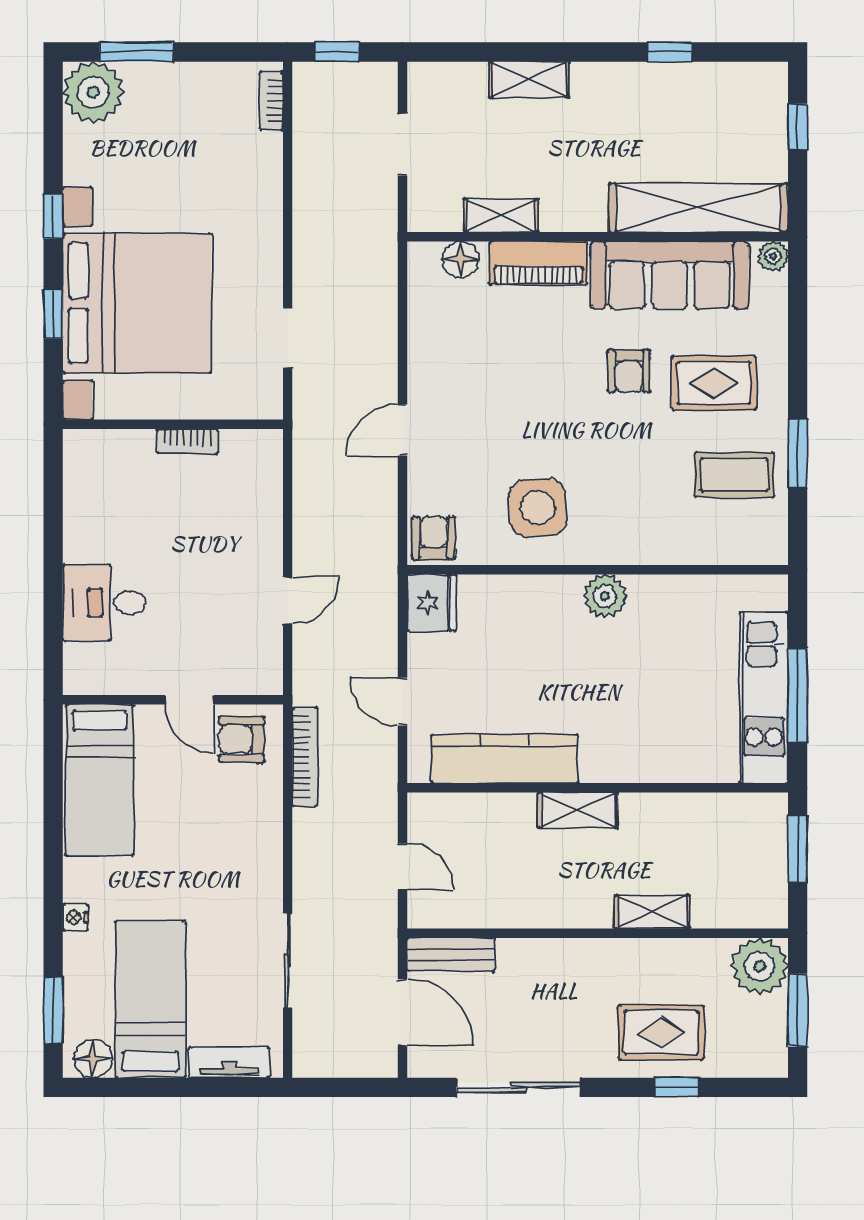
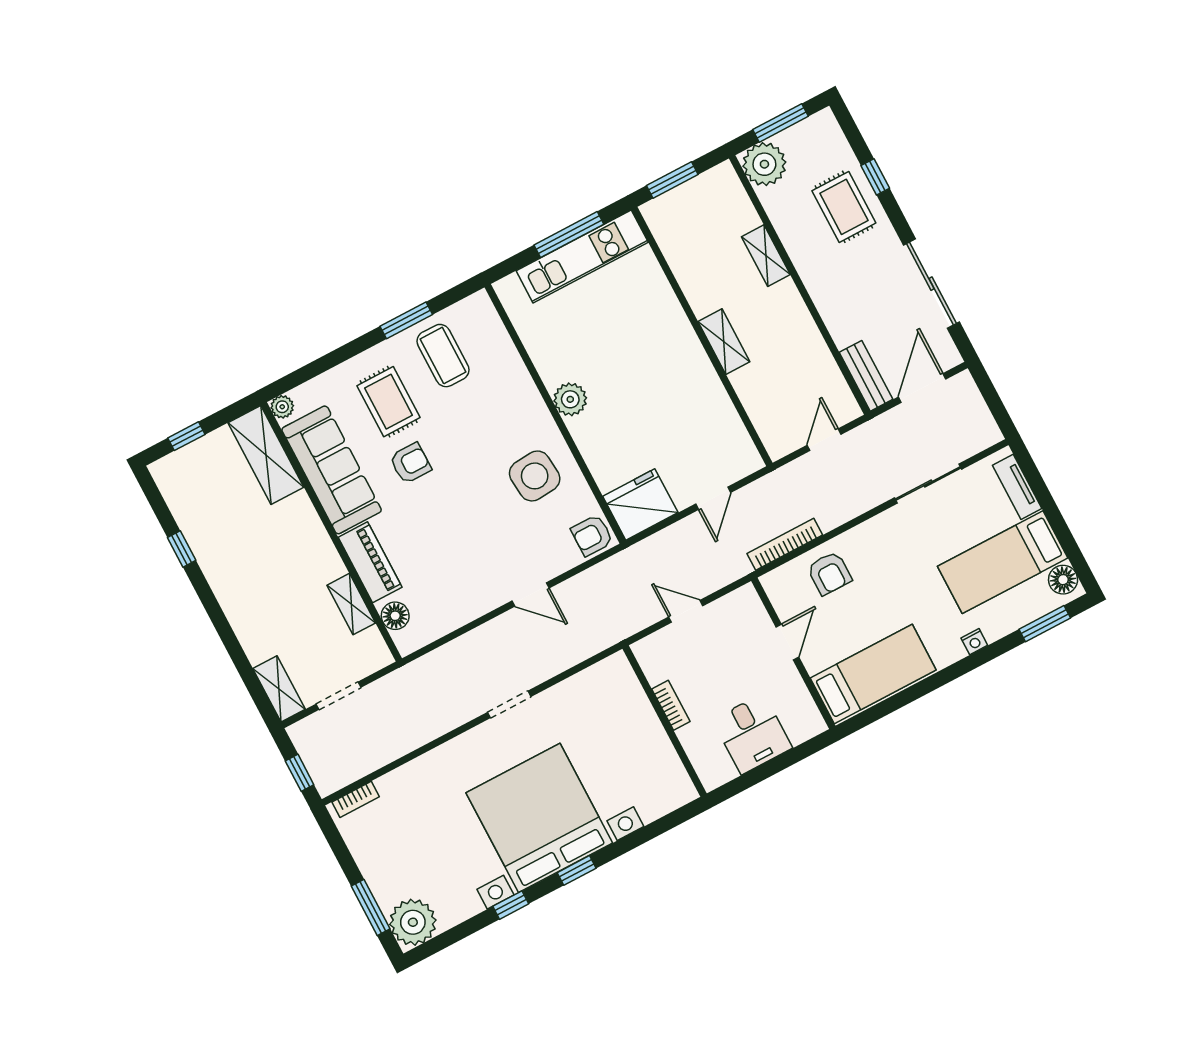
shelving: (529, 80) -> (279, 689), moved
shelving: (699, 208) -> (266, 455), width x0.68
wall: (173, 424) -> (665, 721), moved
bookcase: (187, 441) -> (671, 705), moved
fridge: (432, 603) -> (640, 504), width x1.36, depth x1.34
armchair: (242, 740) -> (829, 573), moved
kitchen counter: (504, 759) -> (715, 409), removed

